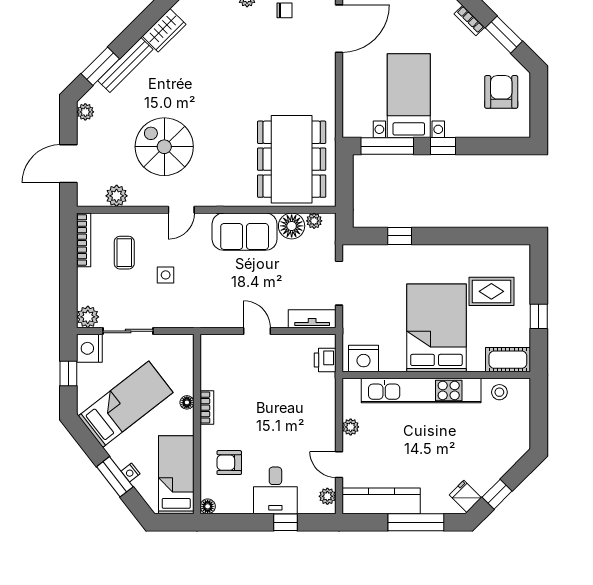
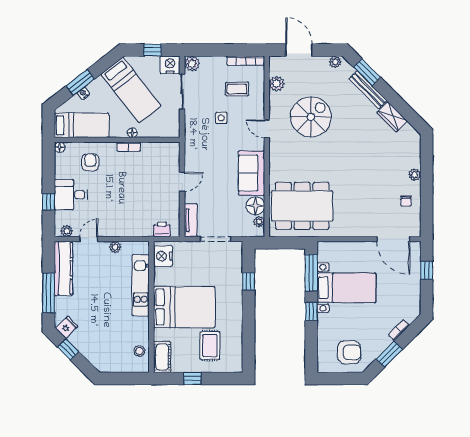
kitchen unit: (421, 390) -> (141, 285), width x0.73

